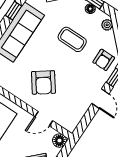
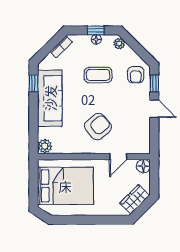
armchair: (43, 82) -> (98, 127), turned -94

